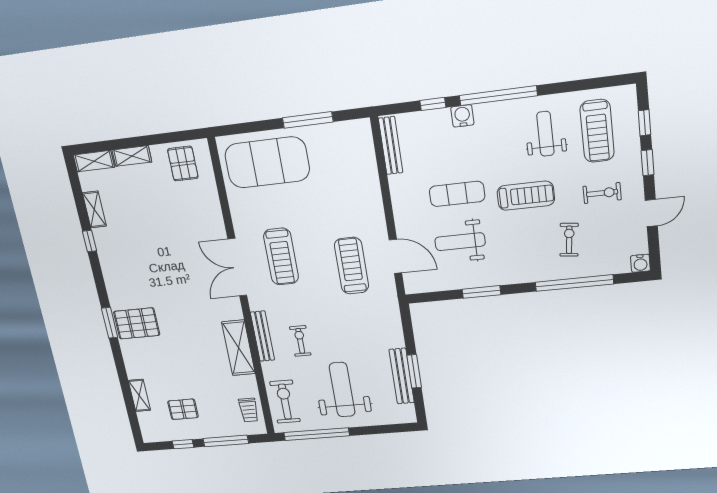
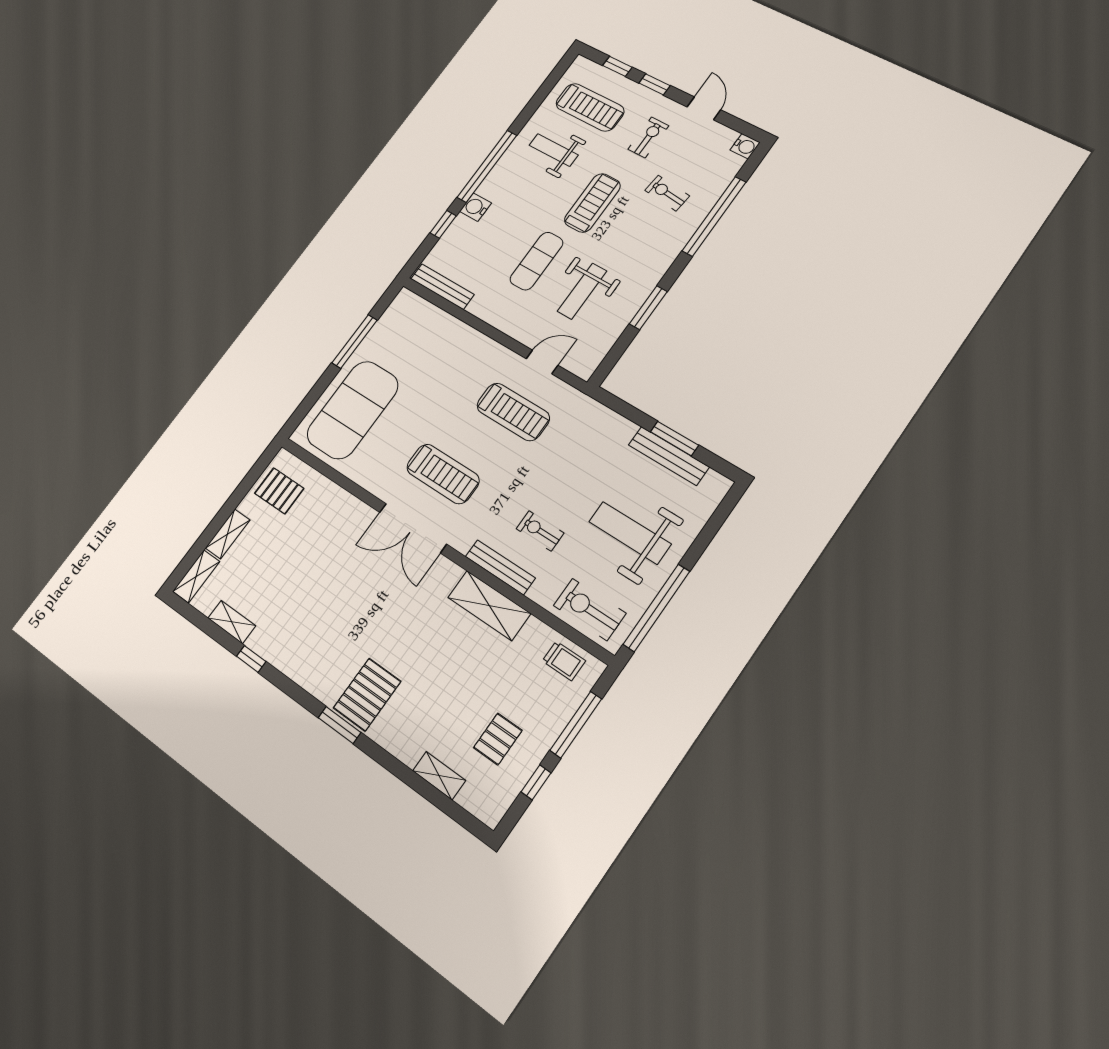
door: (395, 256) -> (542, 362), width x0.73
treadmill: (352, 266) -> (513, 412), turned 180

